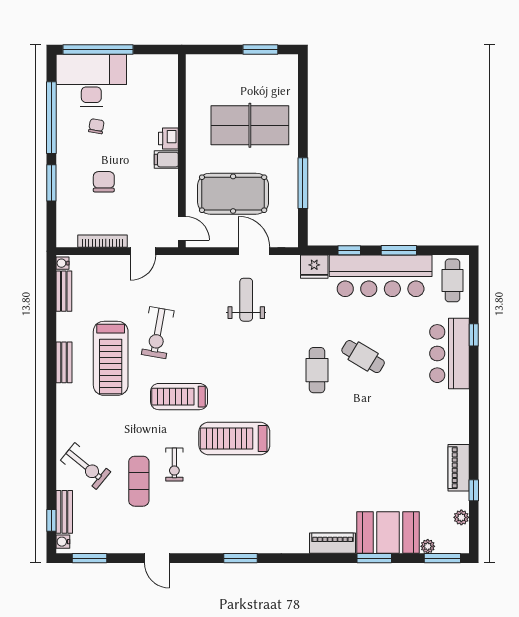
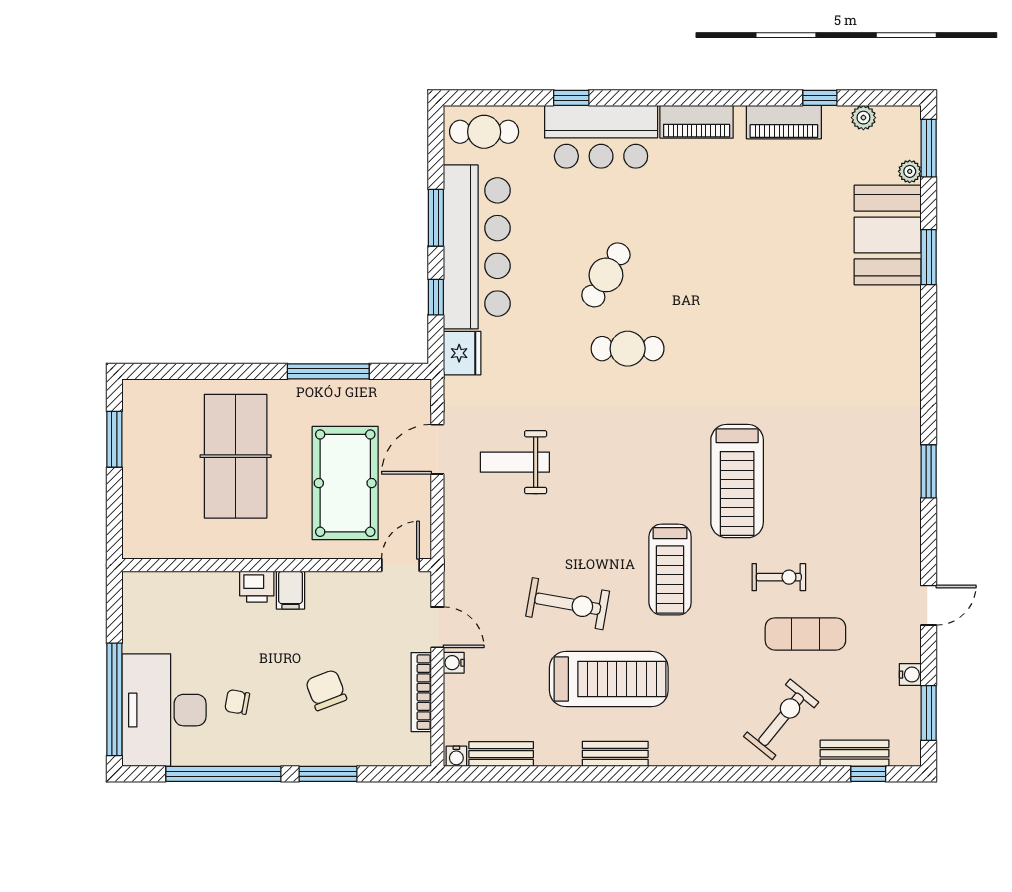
chair: (104, 182) -> (326, 690), turned 69
water cooler: (121, 261) -> (454, 663), added
water cooler: (63, 542) -> (910, 675), moved, turned -90
piano: (333, 543) -> (697, 122), moved, turned -90

